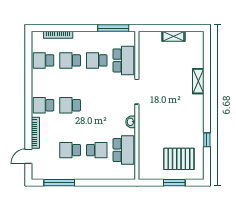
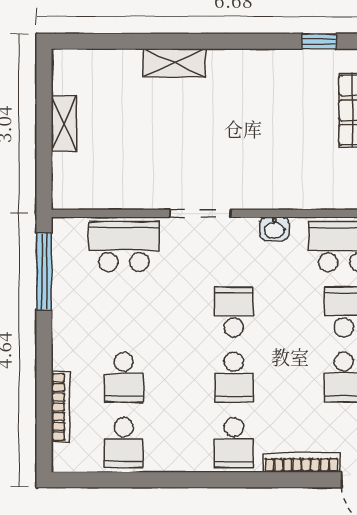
school desk: (97, 60) -> (234, 312), moved, turned 180

